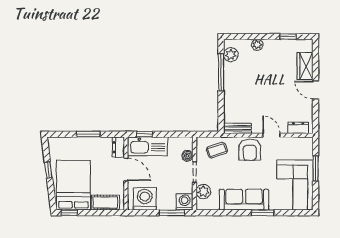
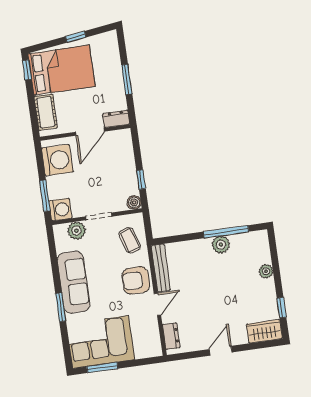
plant: (231, 55) -> (221, 245), moved
wardrobe: (305, 66) -> (264, 331), moved
bench: (238, 128) -> (161, 268), width x1.36
window: (145, 134) -> (141, 180), moved
kitchen sink: (147, 146) -> (122, 154), removed
boiler: (187, 156) -> (134, 202), moved
window: (316, 168) -> (102, 368), moved

